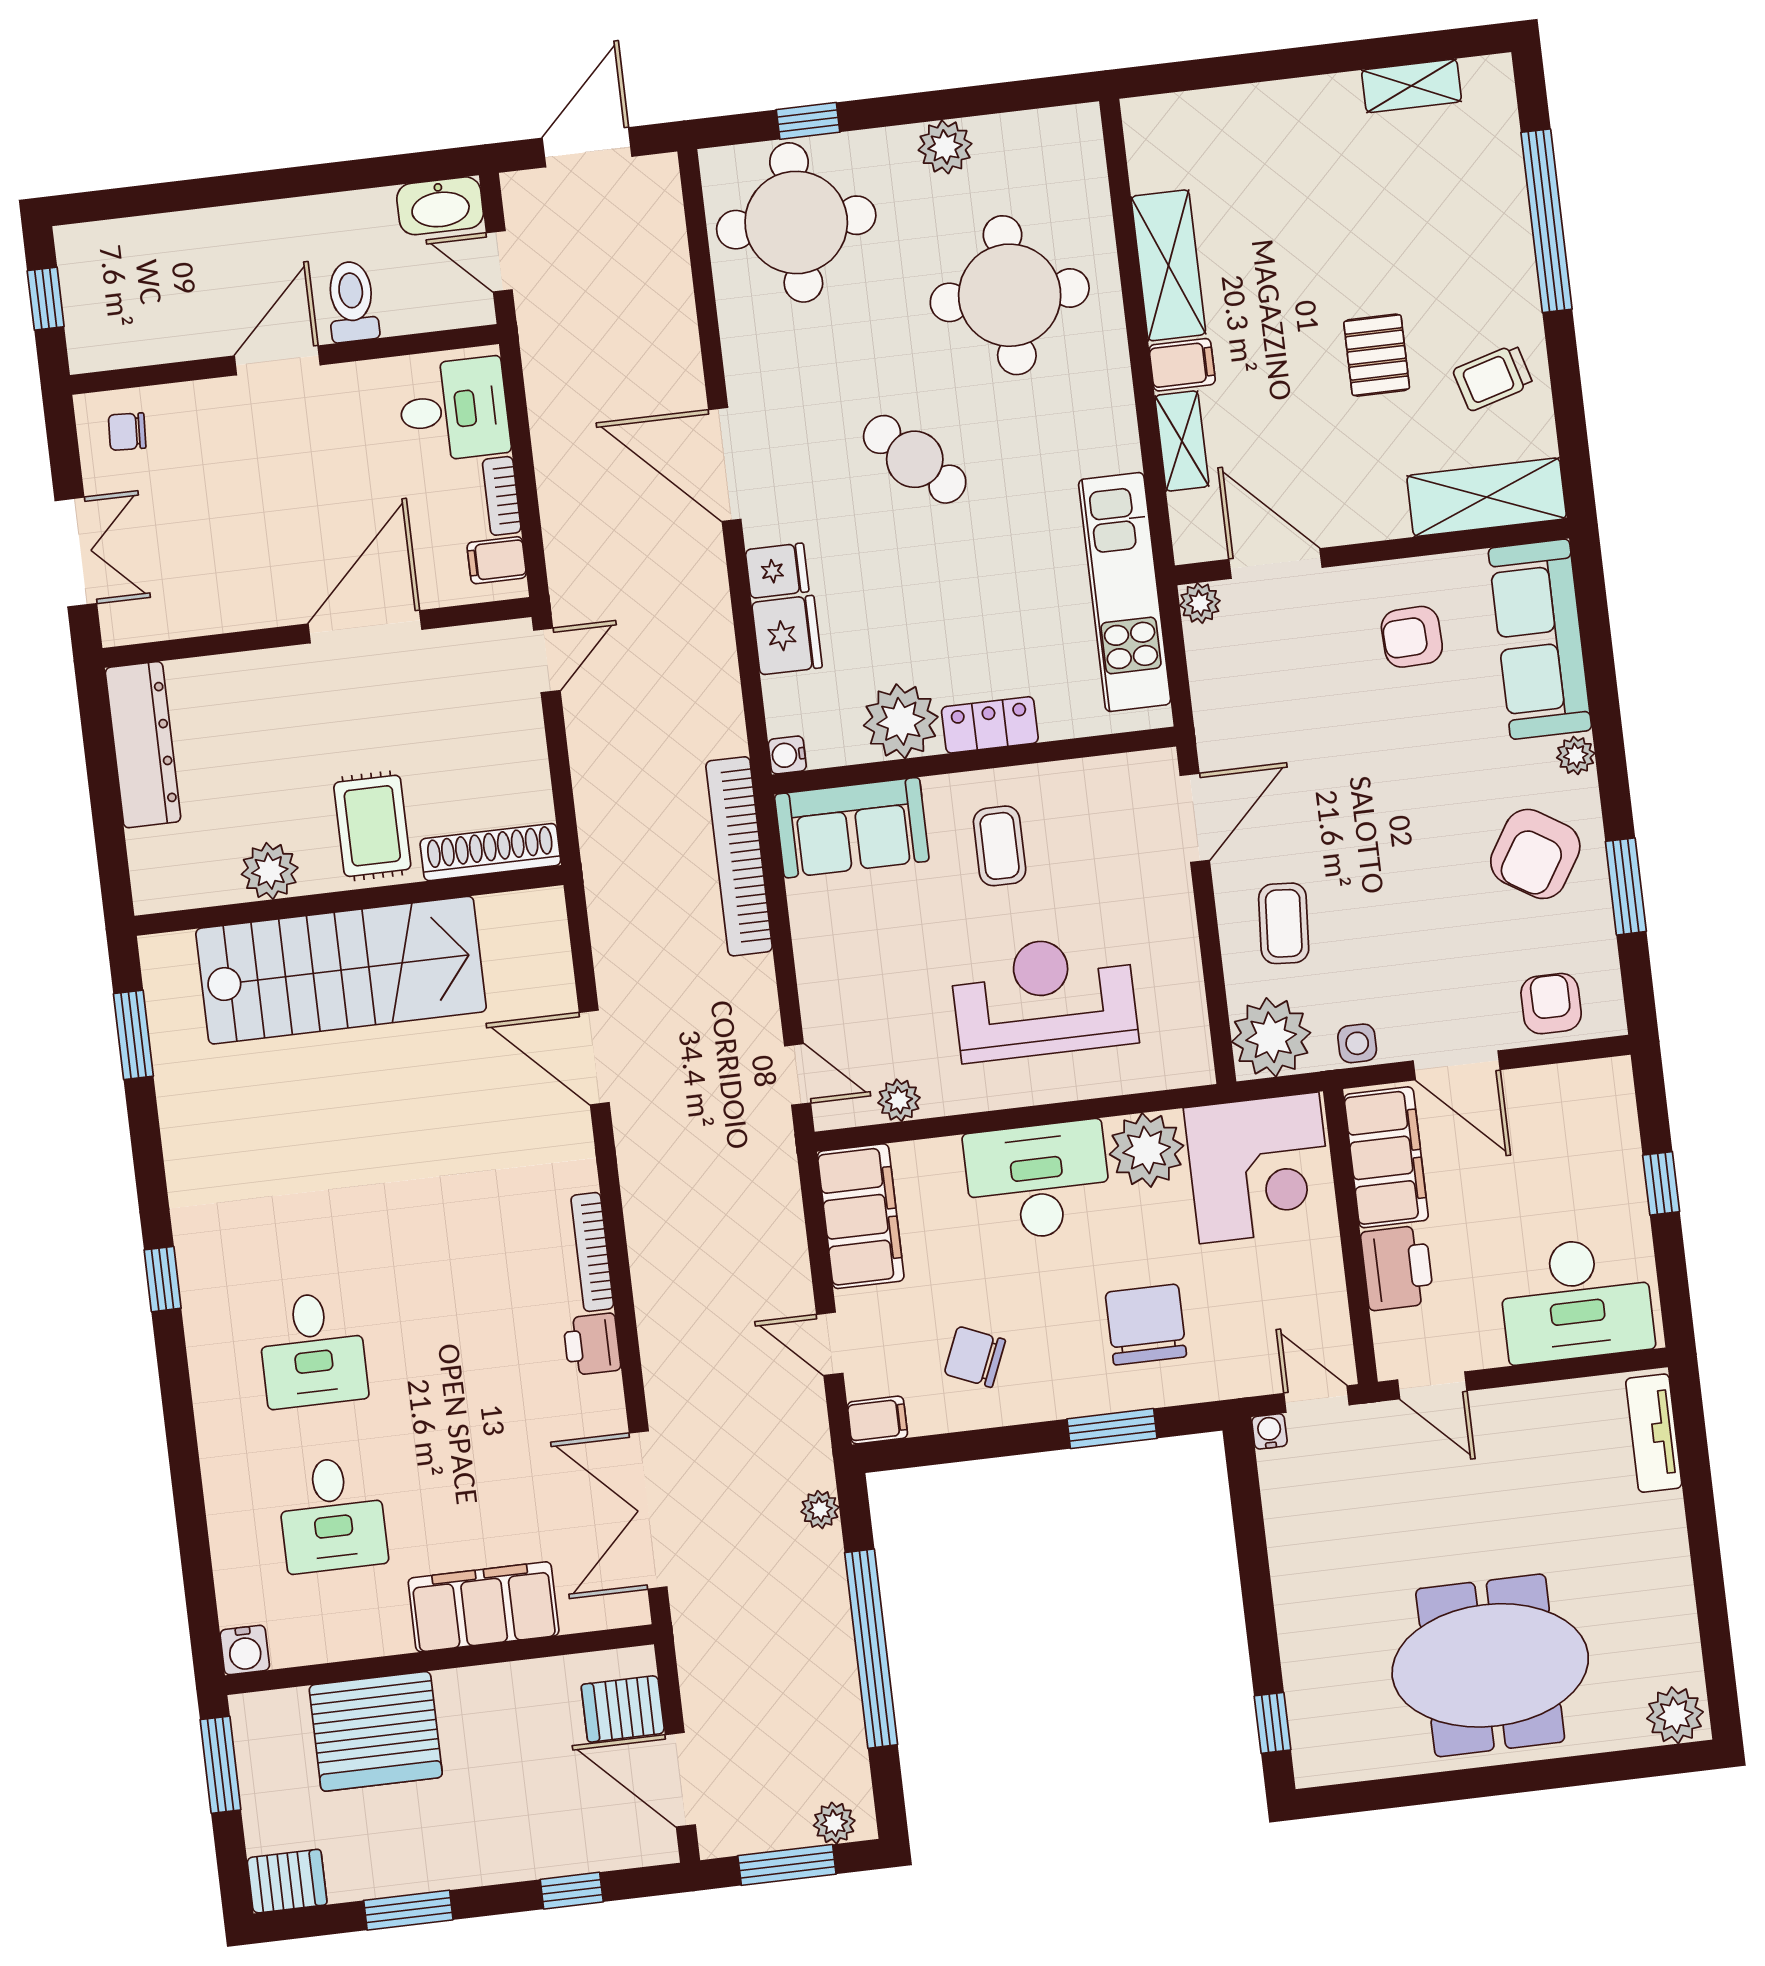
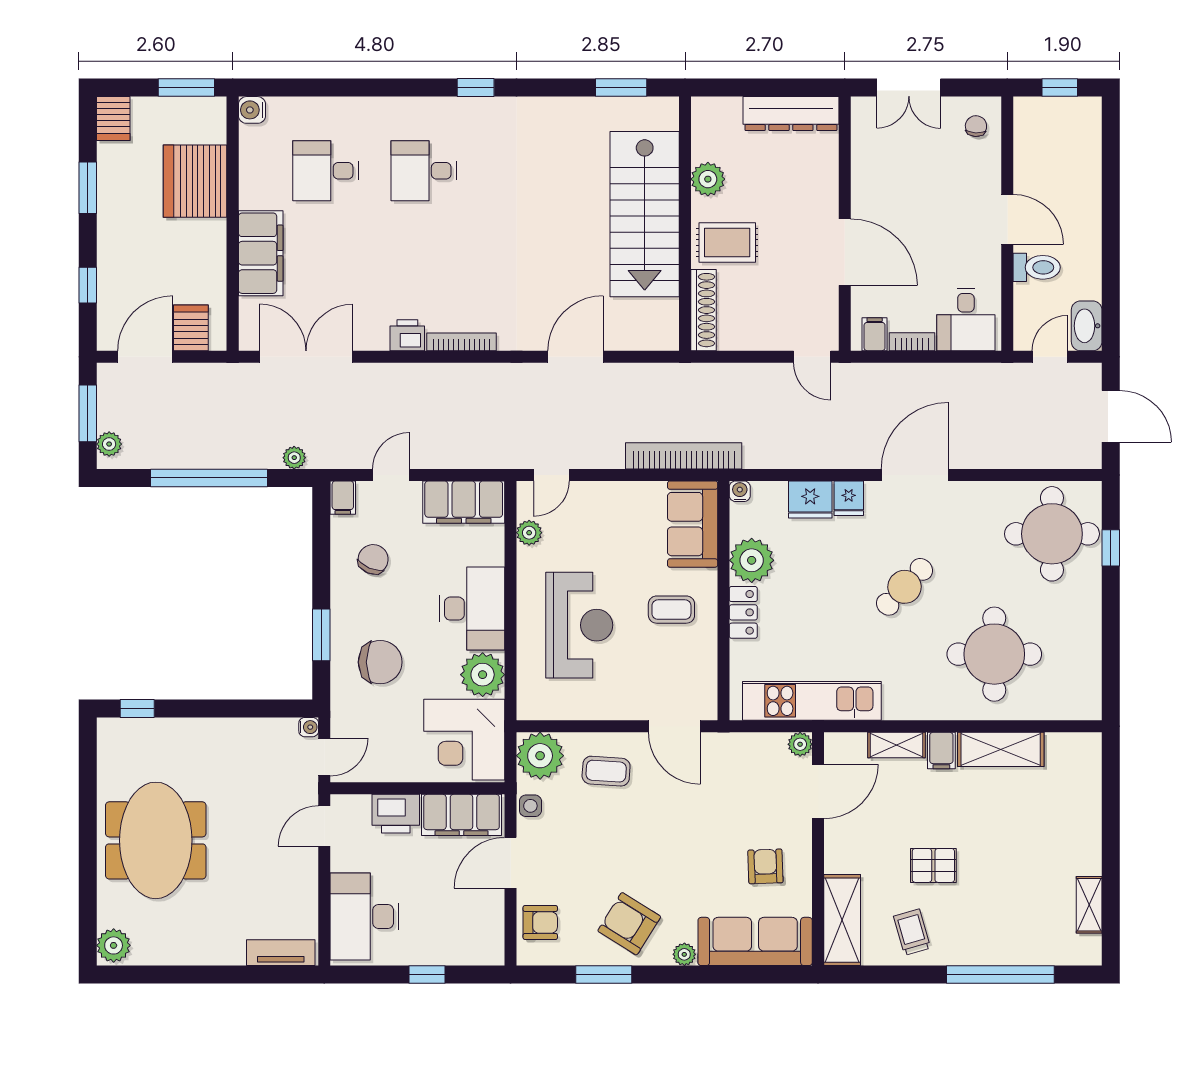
plant: (945, 147) -> (1086, 627), removed

